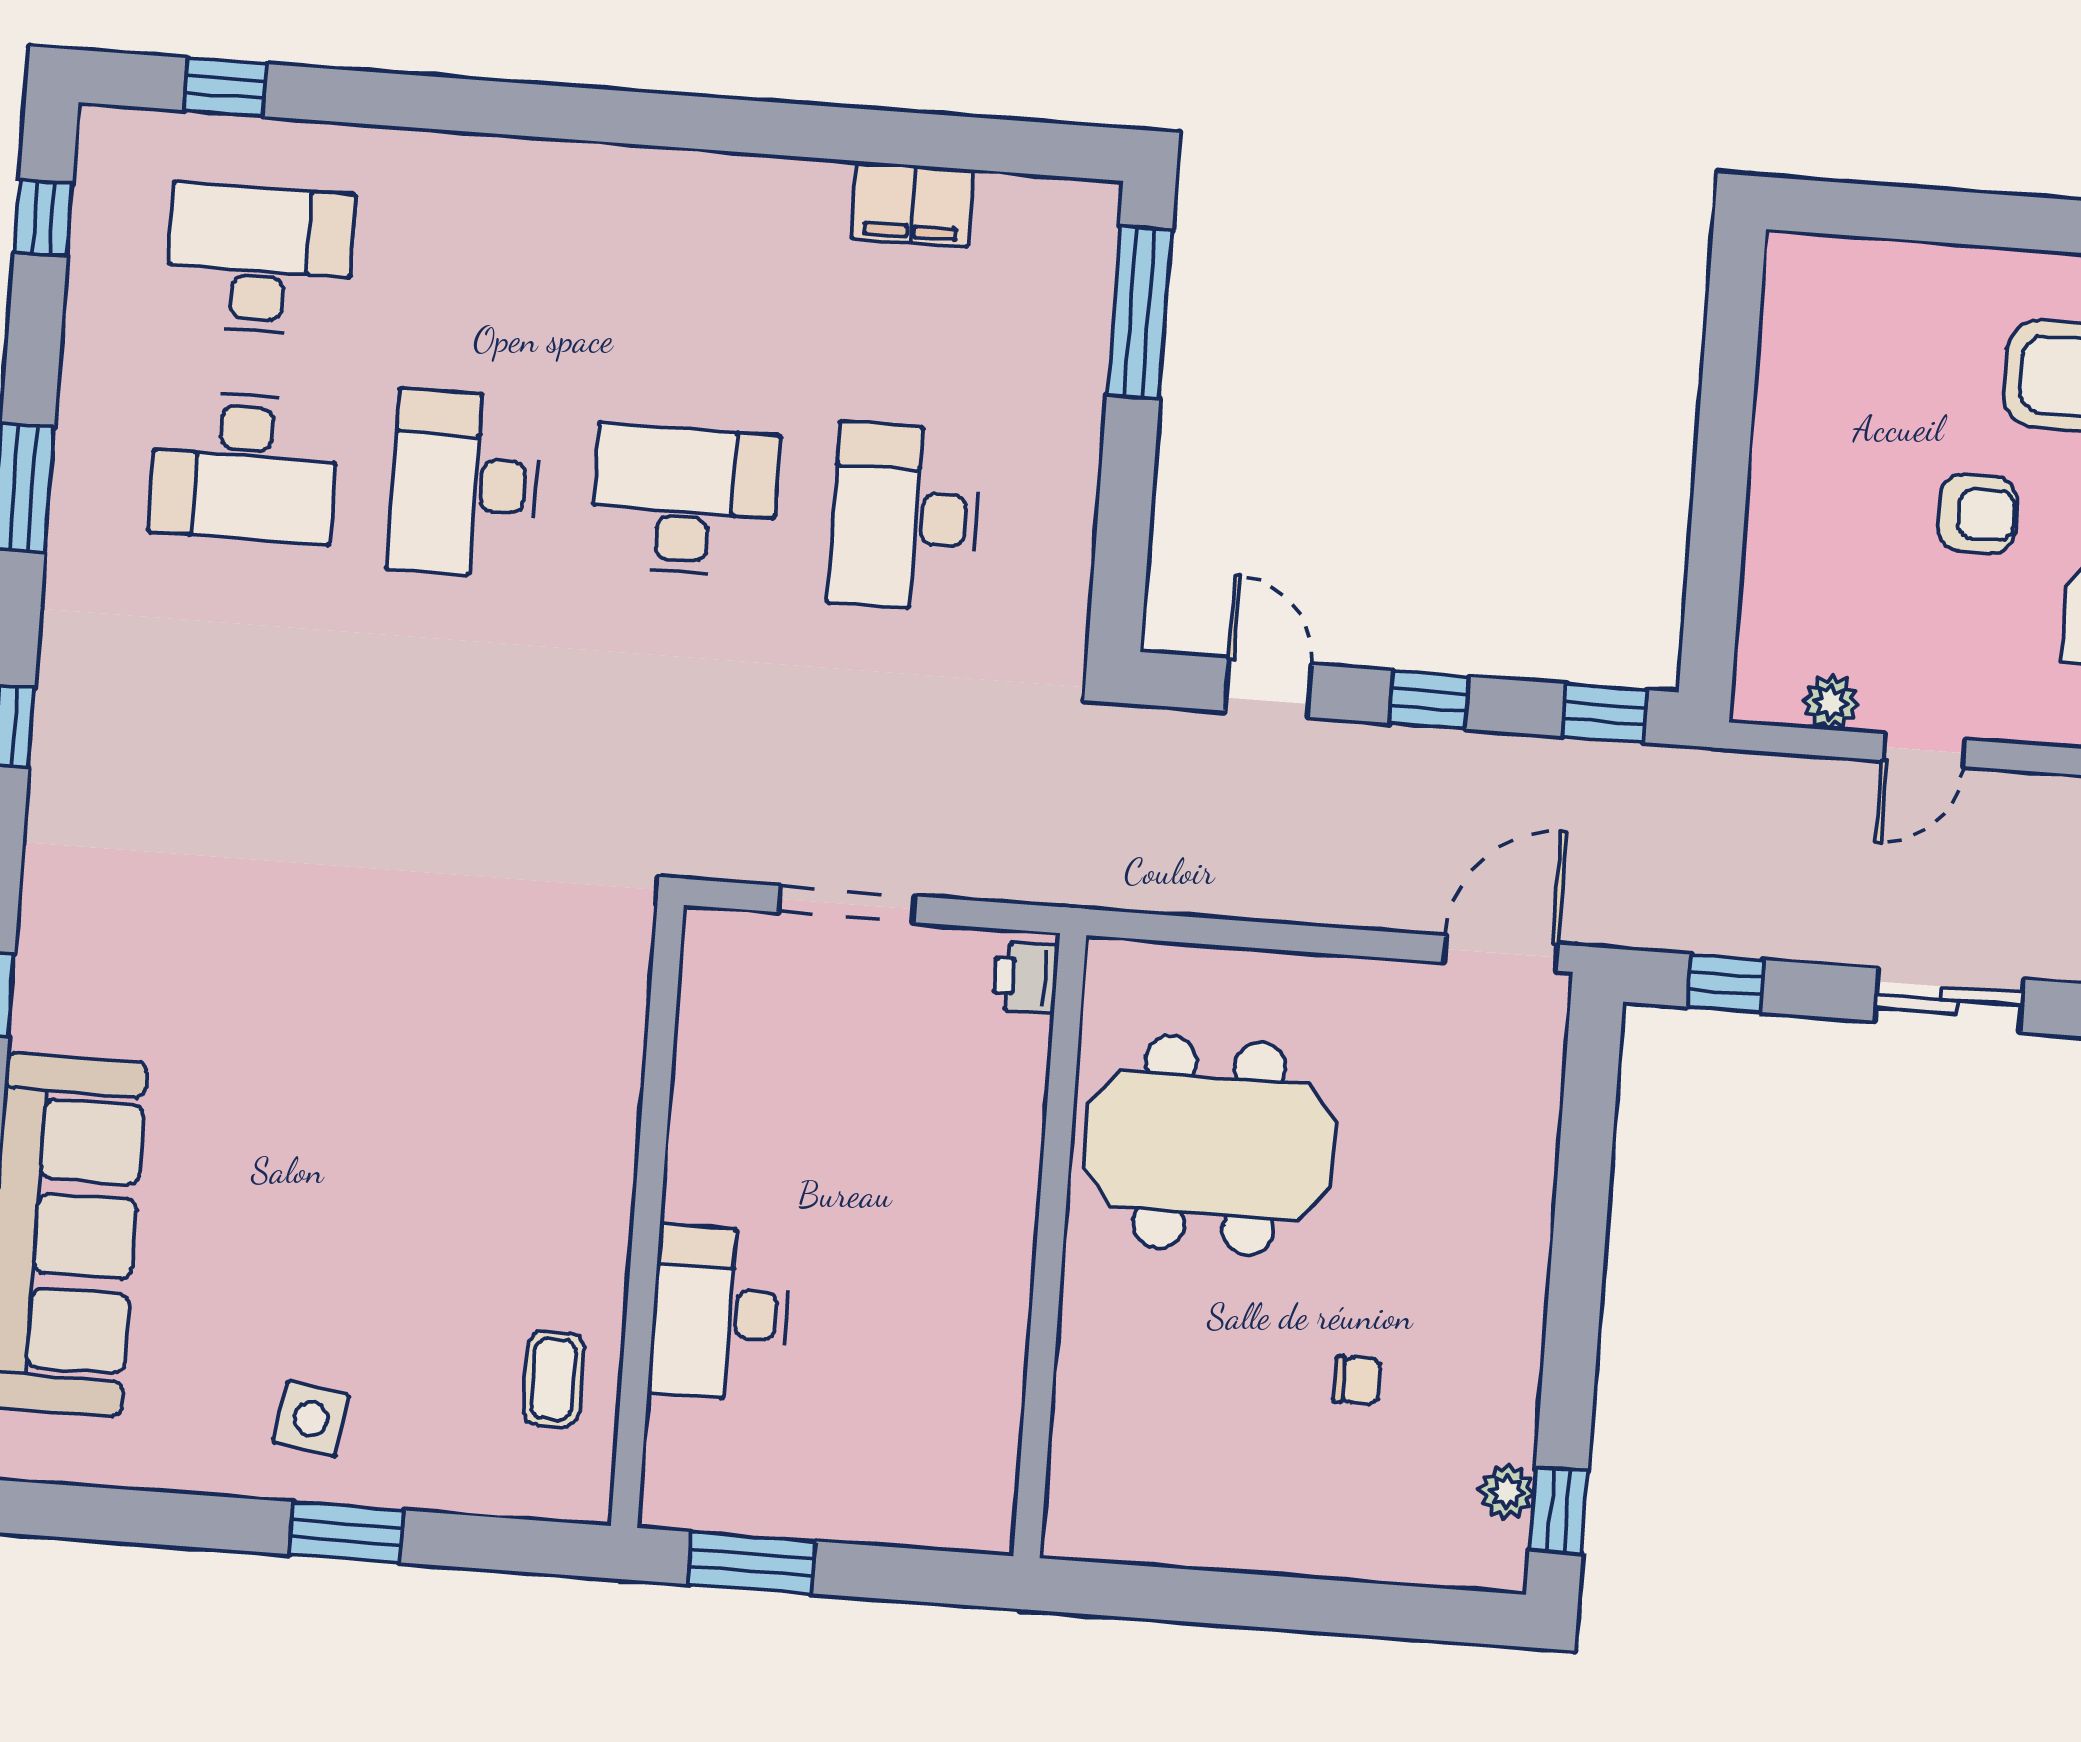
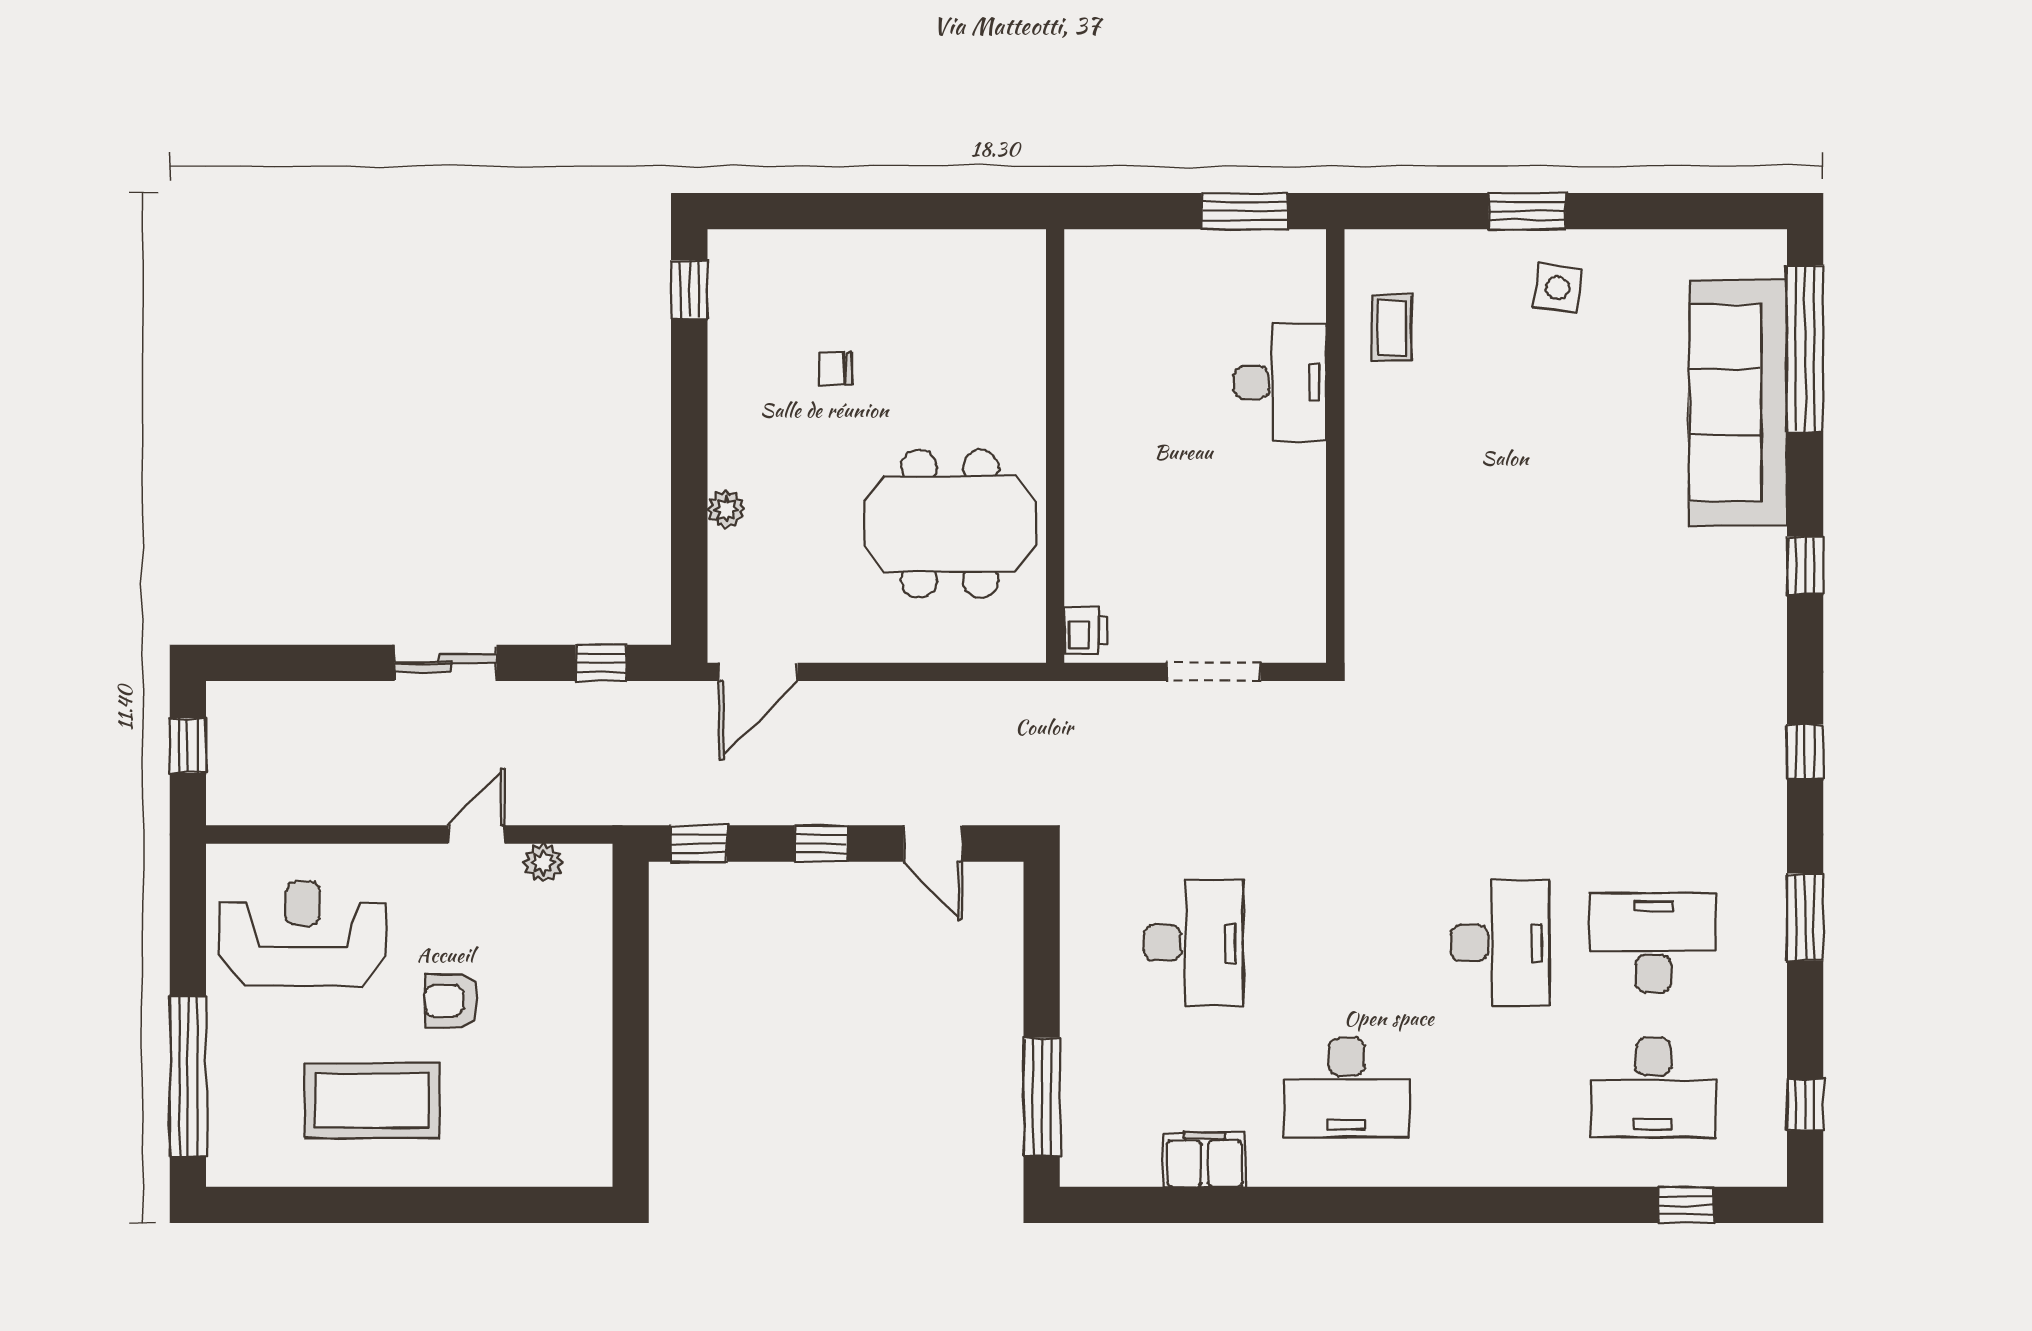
desk: (685, 500) -> (1347, 1088), moved
plant: (1507, 1492) -> (726, 509), moved

